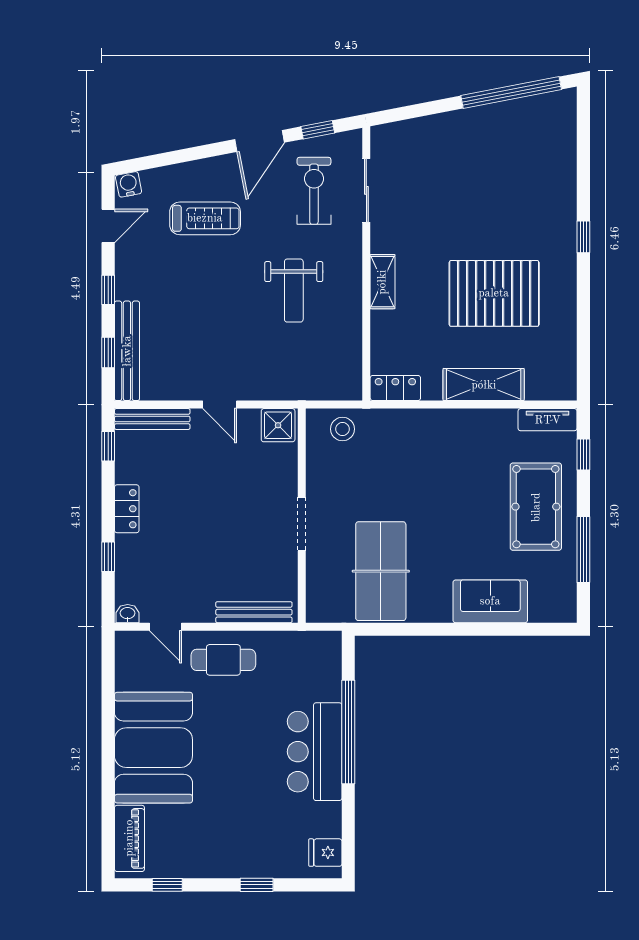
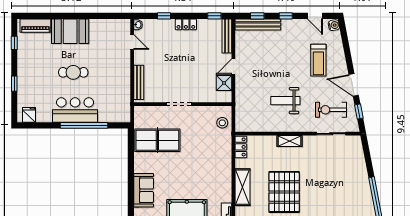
exercise bike: (314, 191) -> (331, 110), turned 180
shower: (278, 425) -> (224, 83), moved
door: (165, 627) -> (132, 42), swing flipped
cafe table: (223, 660) -> (73, 72), moved, turned 90
booth: (153, 748) -> (70, 31), width x0.73, depth x0.70

